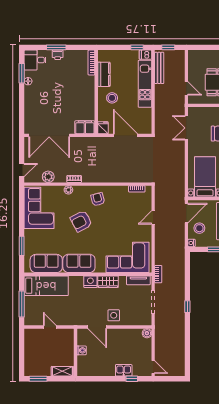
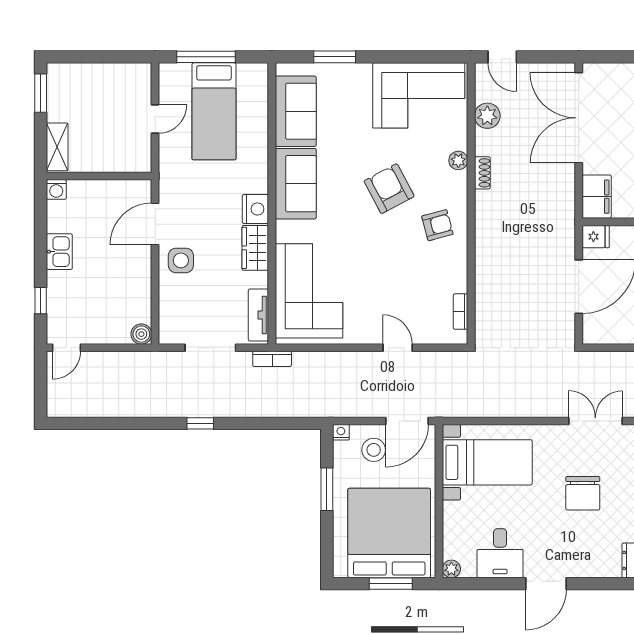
door: (186, 213) -> (407, 421), hinge flipped
bed: (46, 286) -> (214, 111), moved
washing machine: (82, 350) -> (56, 189), moved
kitchen sink: (124, 370) -> (59, 252), moved

